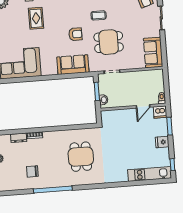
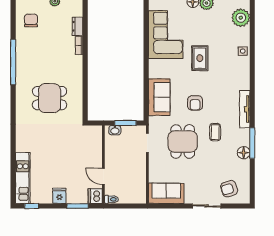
rug: (36, 18) -> (200, 58), moved, turned 90
chair: (32, 171) -> (31, 21), moved

